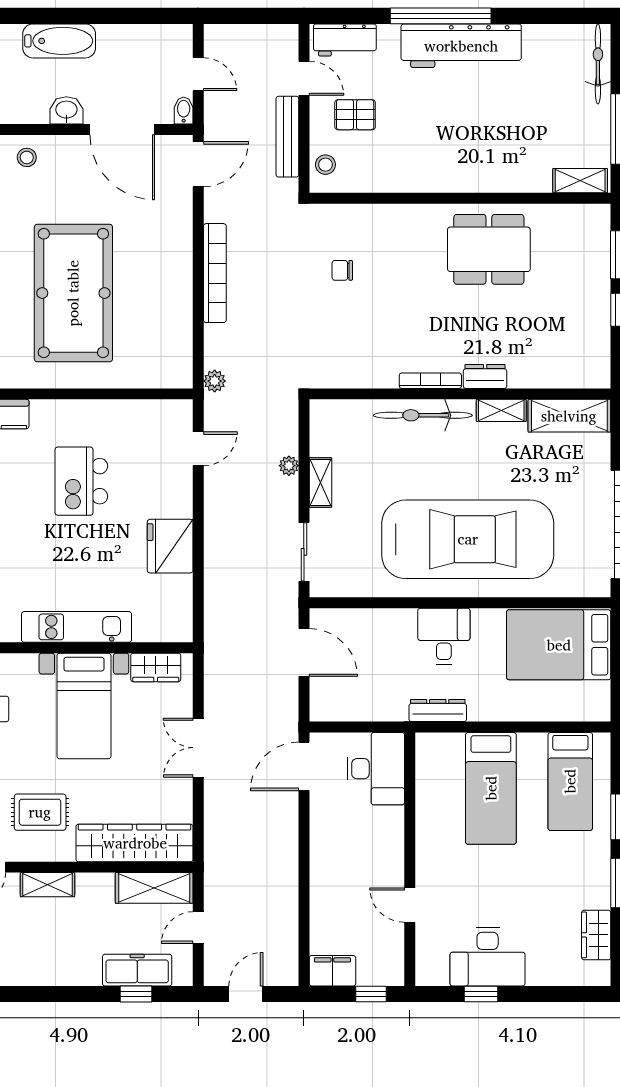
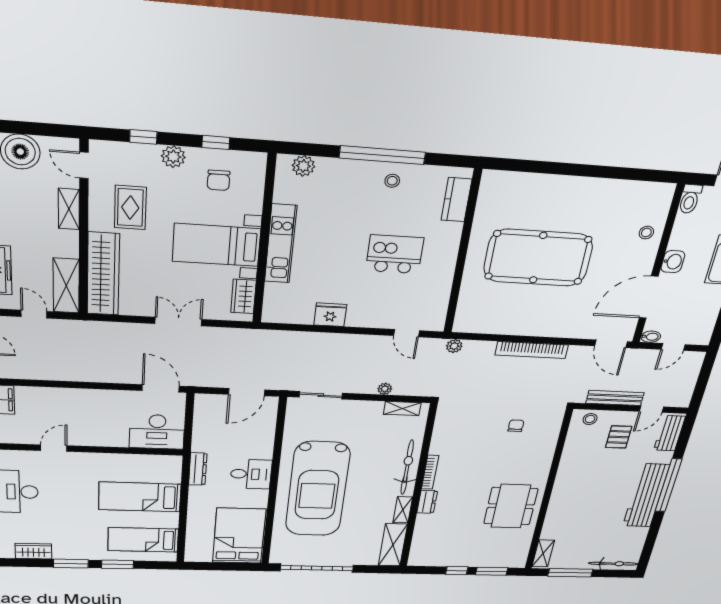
shelving: (320, 482) -> (402, 408), moved
fridge: (170, 546) -> (330, 315), width x0.73, depth x0.75

